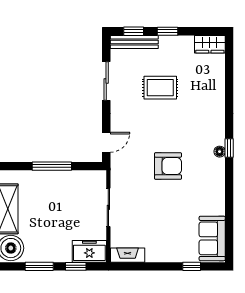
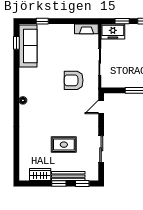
bench: (134, 42) -> (68, 176), moved
wardrobe: (210, 44) -> (40, 175), moved
window: (229, 148) -> (16, 43), moved
armchair: (168, 166) -> (74, 80), moved
sofa: (212, 238) -> (28, 46), width x1.36

